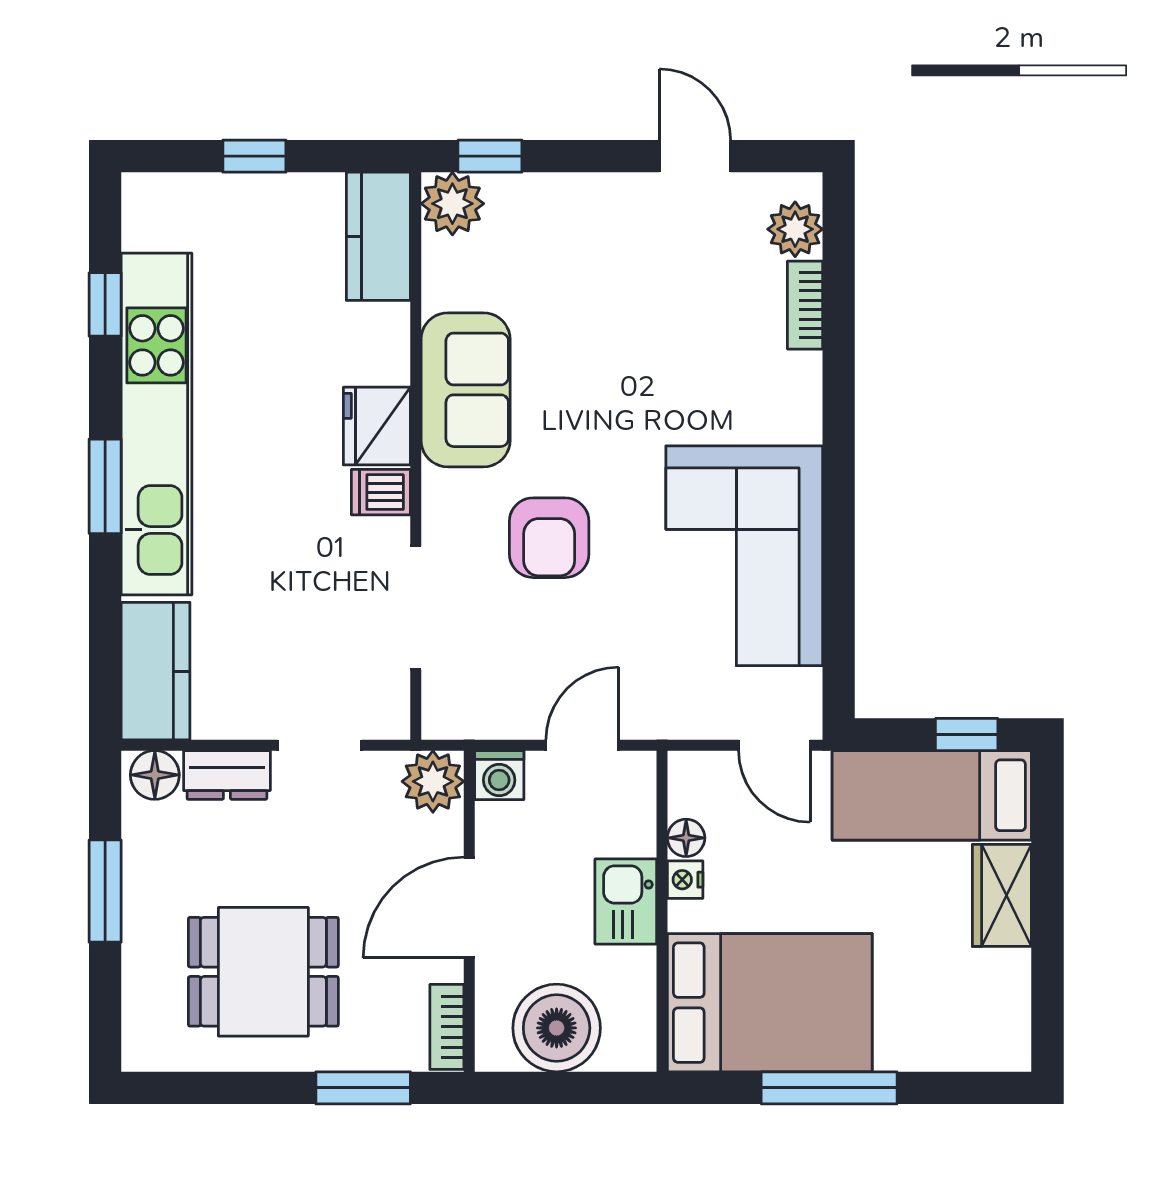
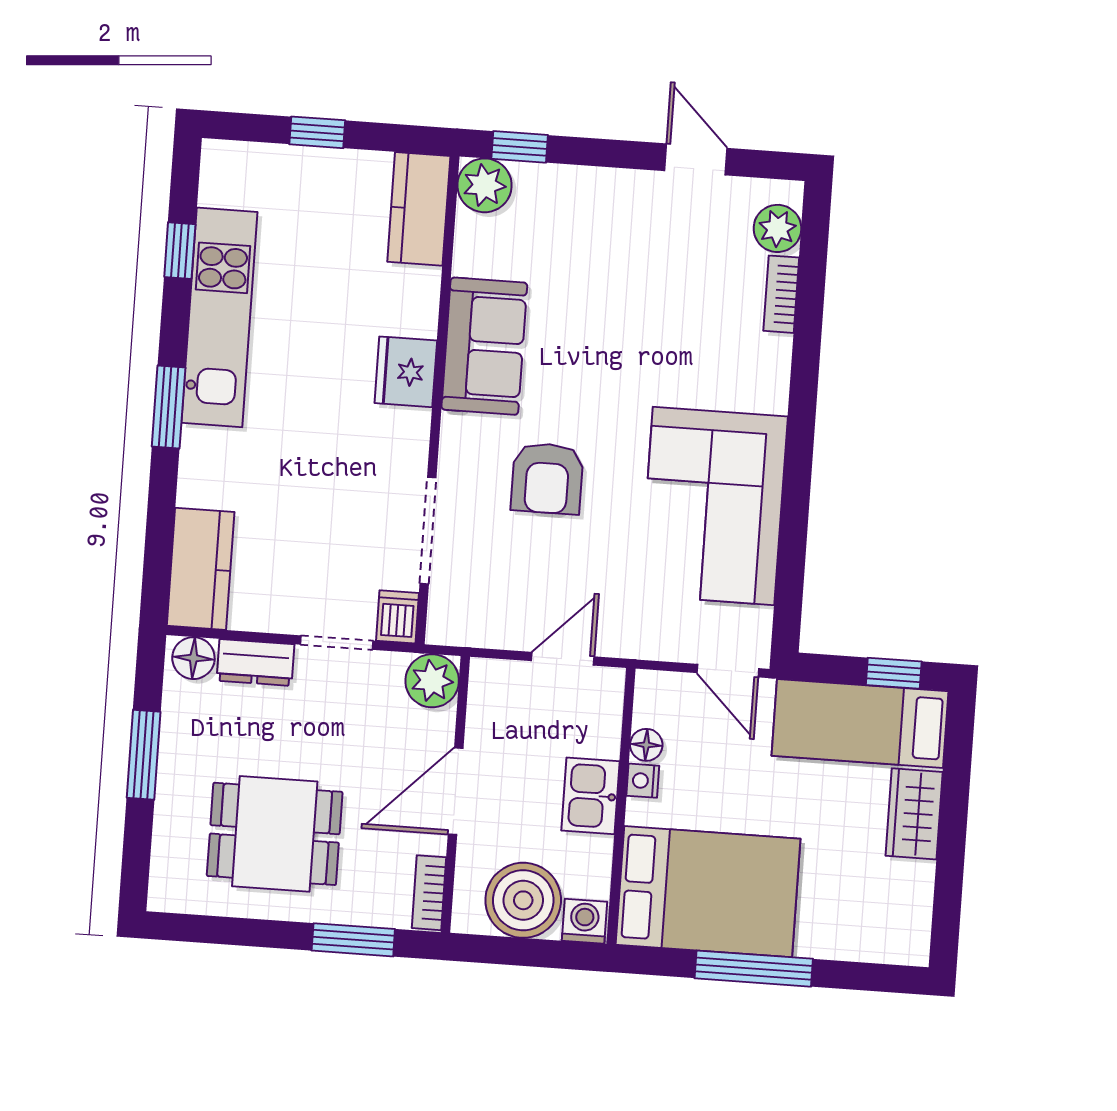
kitchen unit: (157, 424) -> (219, 317), width x0.73
dishwasher: (381, 492) -> (397, 617), moved, turned 90
washing machine: (499, 775) -> (585, 921), moved, turned 180

